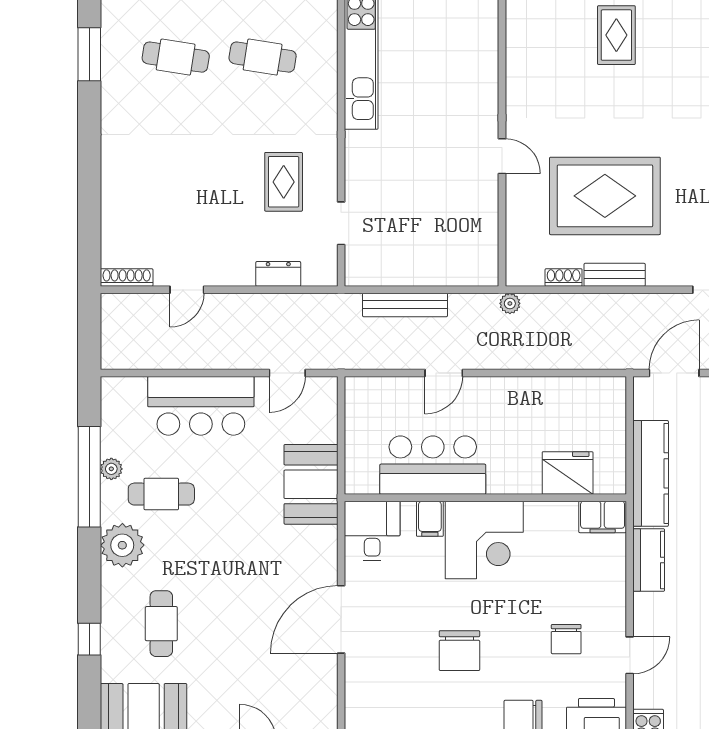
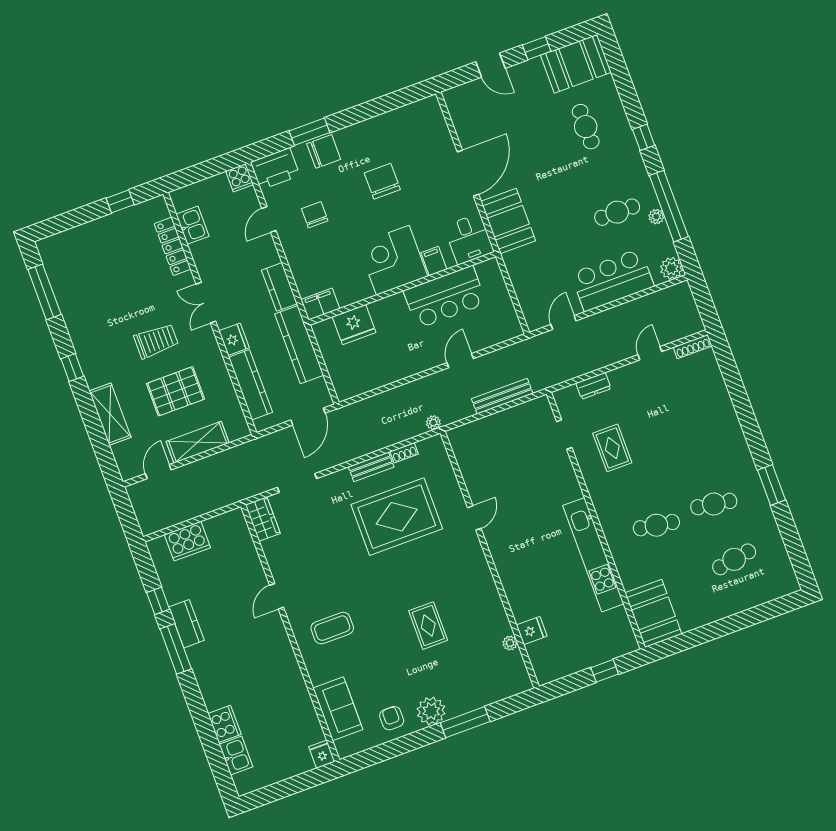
door: (502, 156) -> (474, 518), swing flipped
booth: (311, 484) -> (508, 221), moved
plant: (122, 545) -> (671, 268), moved, width x0.73, depth x0.73
window: (89, 639) -> (644, 137), moved

